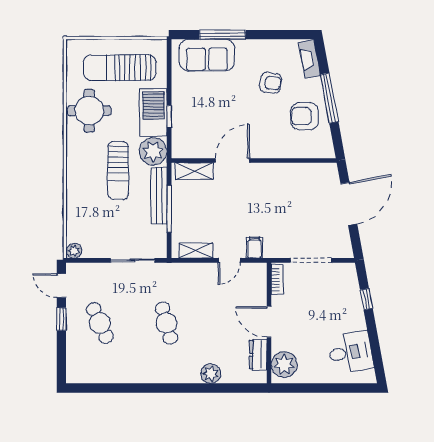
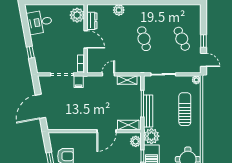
plant: (181, 142) -> (136, 141), added
sun lounger: (118, 170) -> (185, 109), moved
filing cabinet: (254, 248) -> (79, 82), moved

